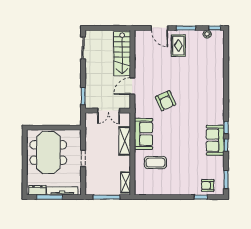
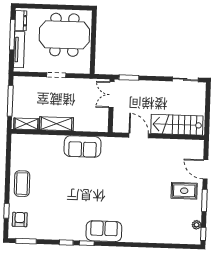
door: (159, 28) -> (205, 169), hinge flipped
armchair: (166, 101) -> (120, 174), removed
double door: (109, 111) -> (111, 95), moved
sofa: (215, 140) -> (104, 231), moved
shelving: (125, 141) -> (56, 124), moved
coffee table: (155, 163) -> (22, 184), moved

